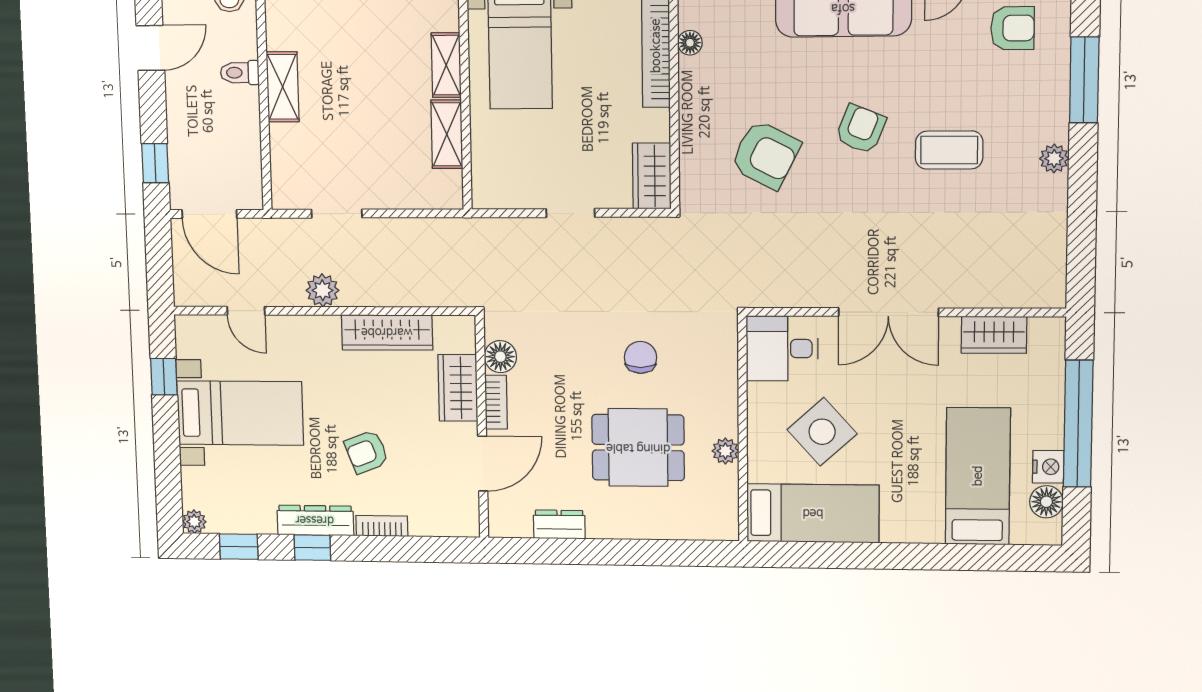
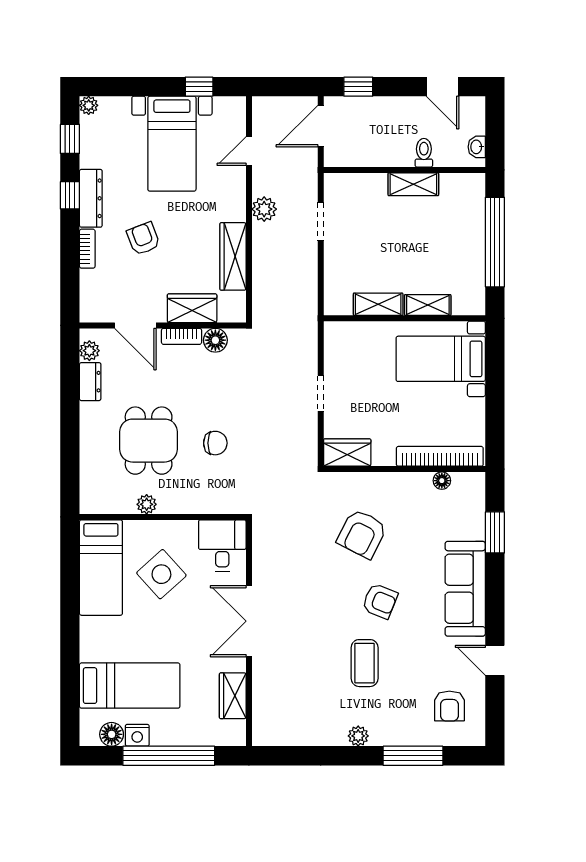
plant: (518, 525) -> (89, 351), added

